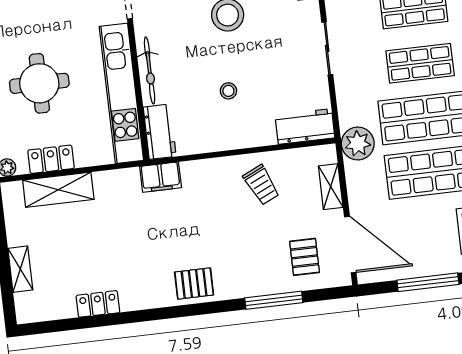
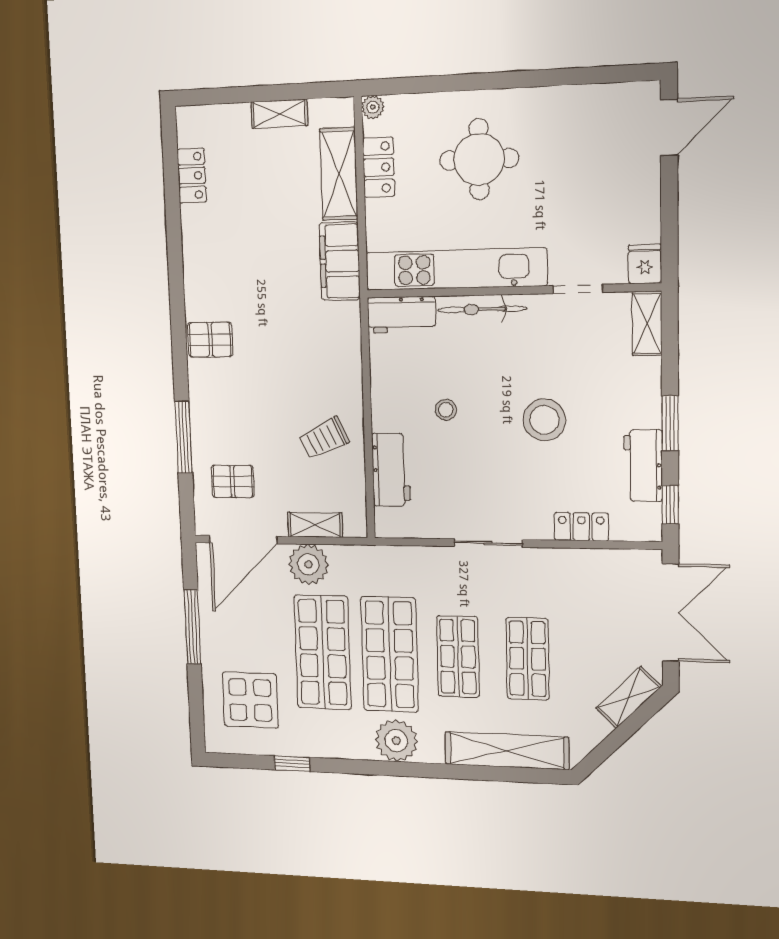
workbench: (305, 126) -> (391, 470), moved
plant: (358, 144) -> (308, 564), moved
filing cabinet: (161, 177) -> (340, 261), moved, width x1.50, depth x1.17
shelving: (20, 269) -> (279, 114), moved
pallet: (194, 284) -> (210, 340), turned 90
locker: (98, 304) -> (192, 176), moved

